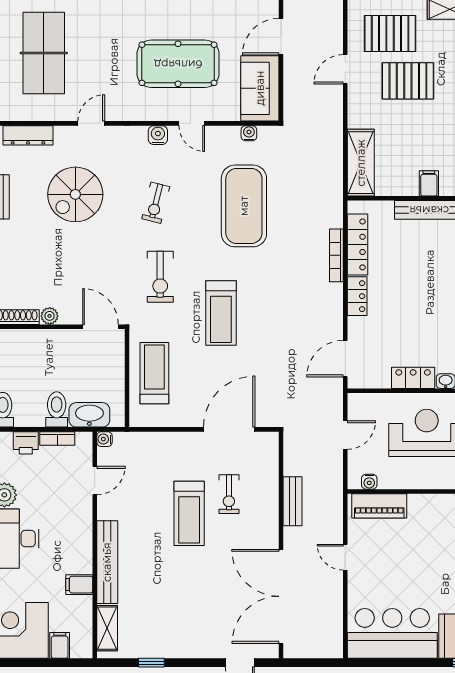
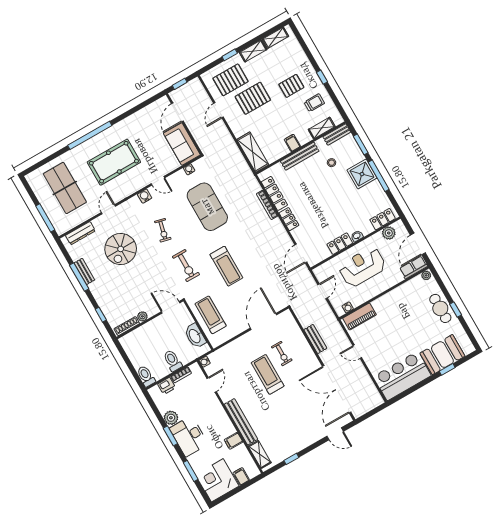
pool table: (178, 64) -> (114, 162), moved
washbasin: (89, 415) -> (195, 336), moved, turned -90
treadmill: (189, 513) -> (268, 374), turned 180

